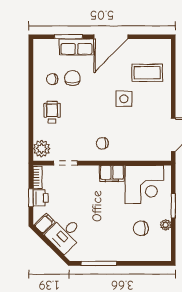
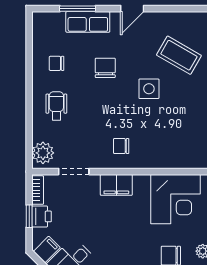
door: (111, 37) -> (132, 9), width x0.53
coffee table: (147, 73) -> (179, 55), turned 30
chair: (72, 78) -> (105, 68), moved
filing cabinet: (112, 173) -> (116, 185), moved

